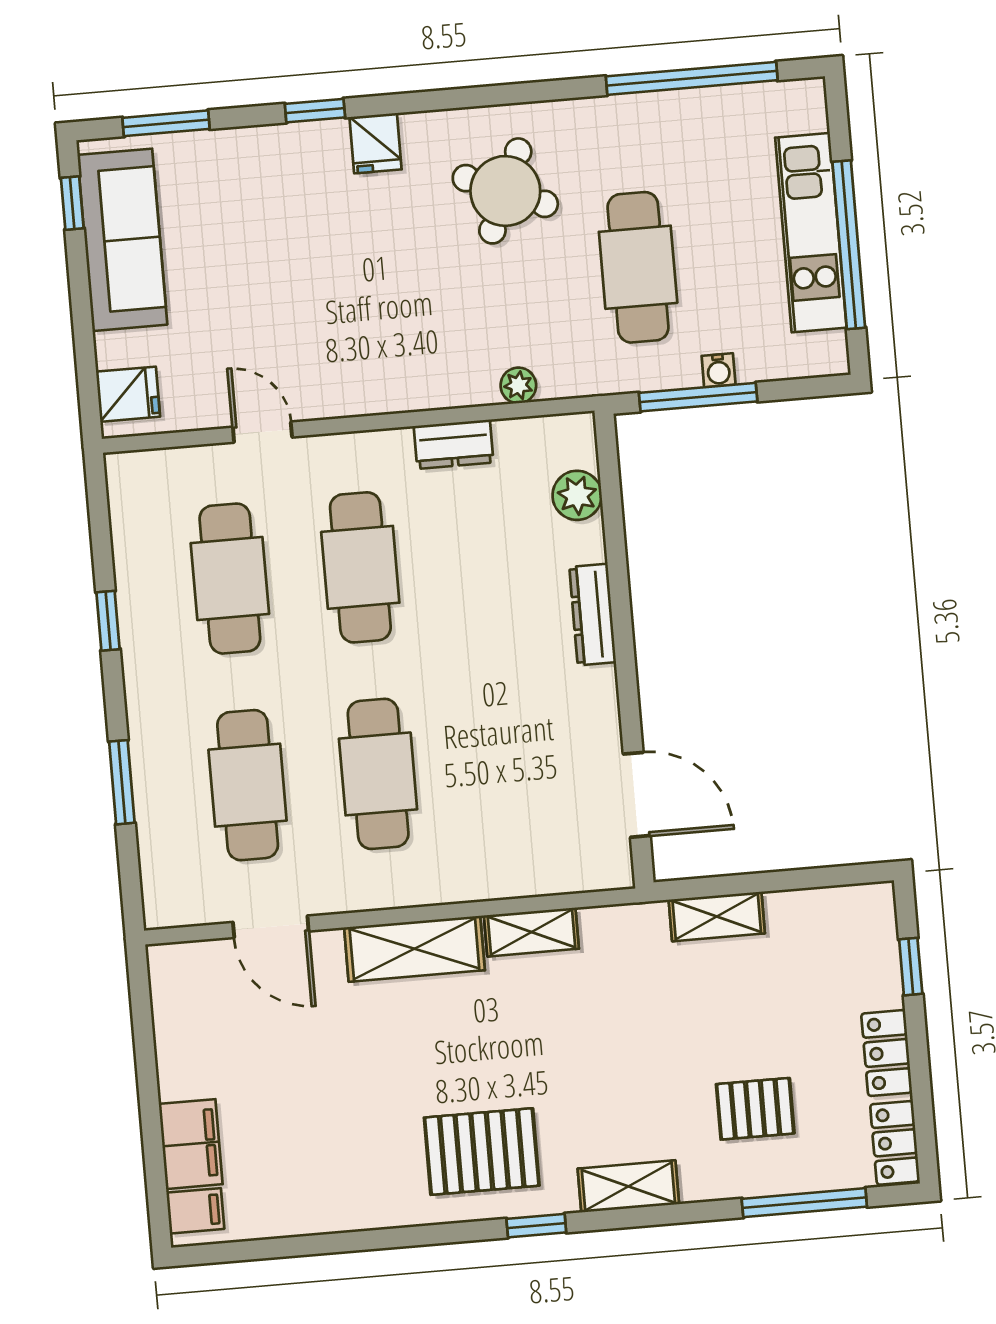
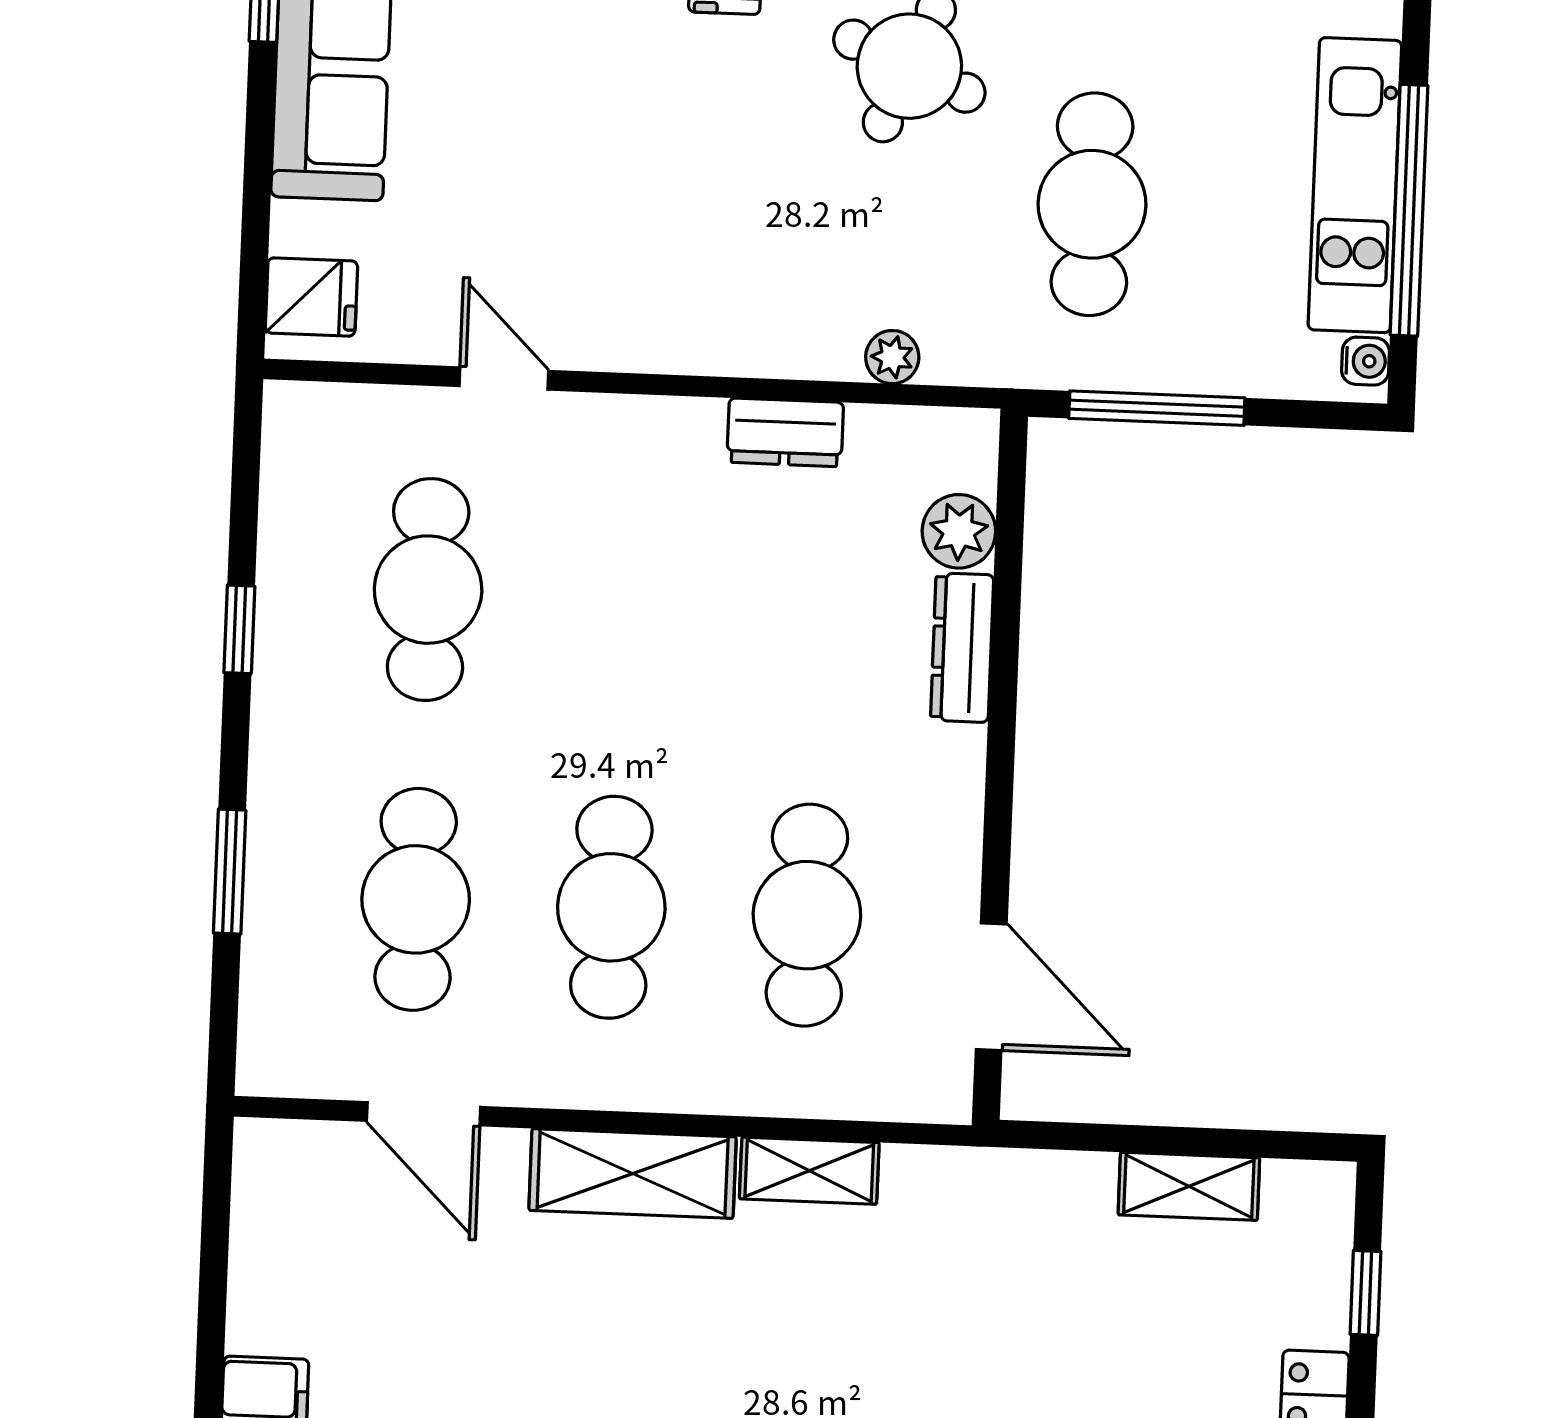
water cooler: (719, 370) -> (1366, 361), moved, turned -90
cafe table: (360, 567) -> (807, 915), moved
dresser: (593, 615) -> (962, 648), moved
shelving: (717, 916) -> (1189, 1186), moved

